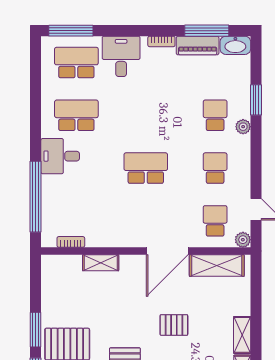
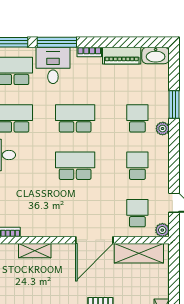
window: (207, 31) -> (57, 42), moved
school desk: (146, 115) -> (75, 118), added

